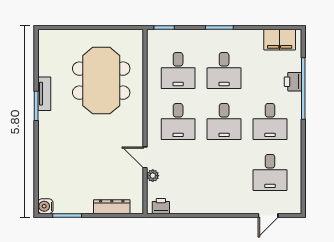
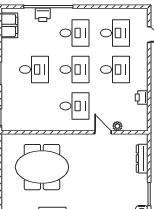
desk: (178, 71) -> (115, 69), moved
door: (145, 157) -> (103, 132), swing flipped
printer: (161, 206) -> (142, 97), moved

